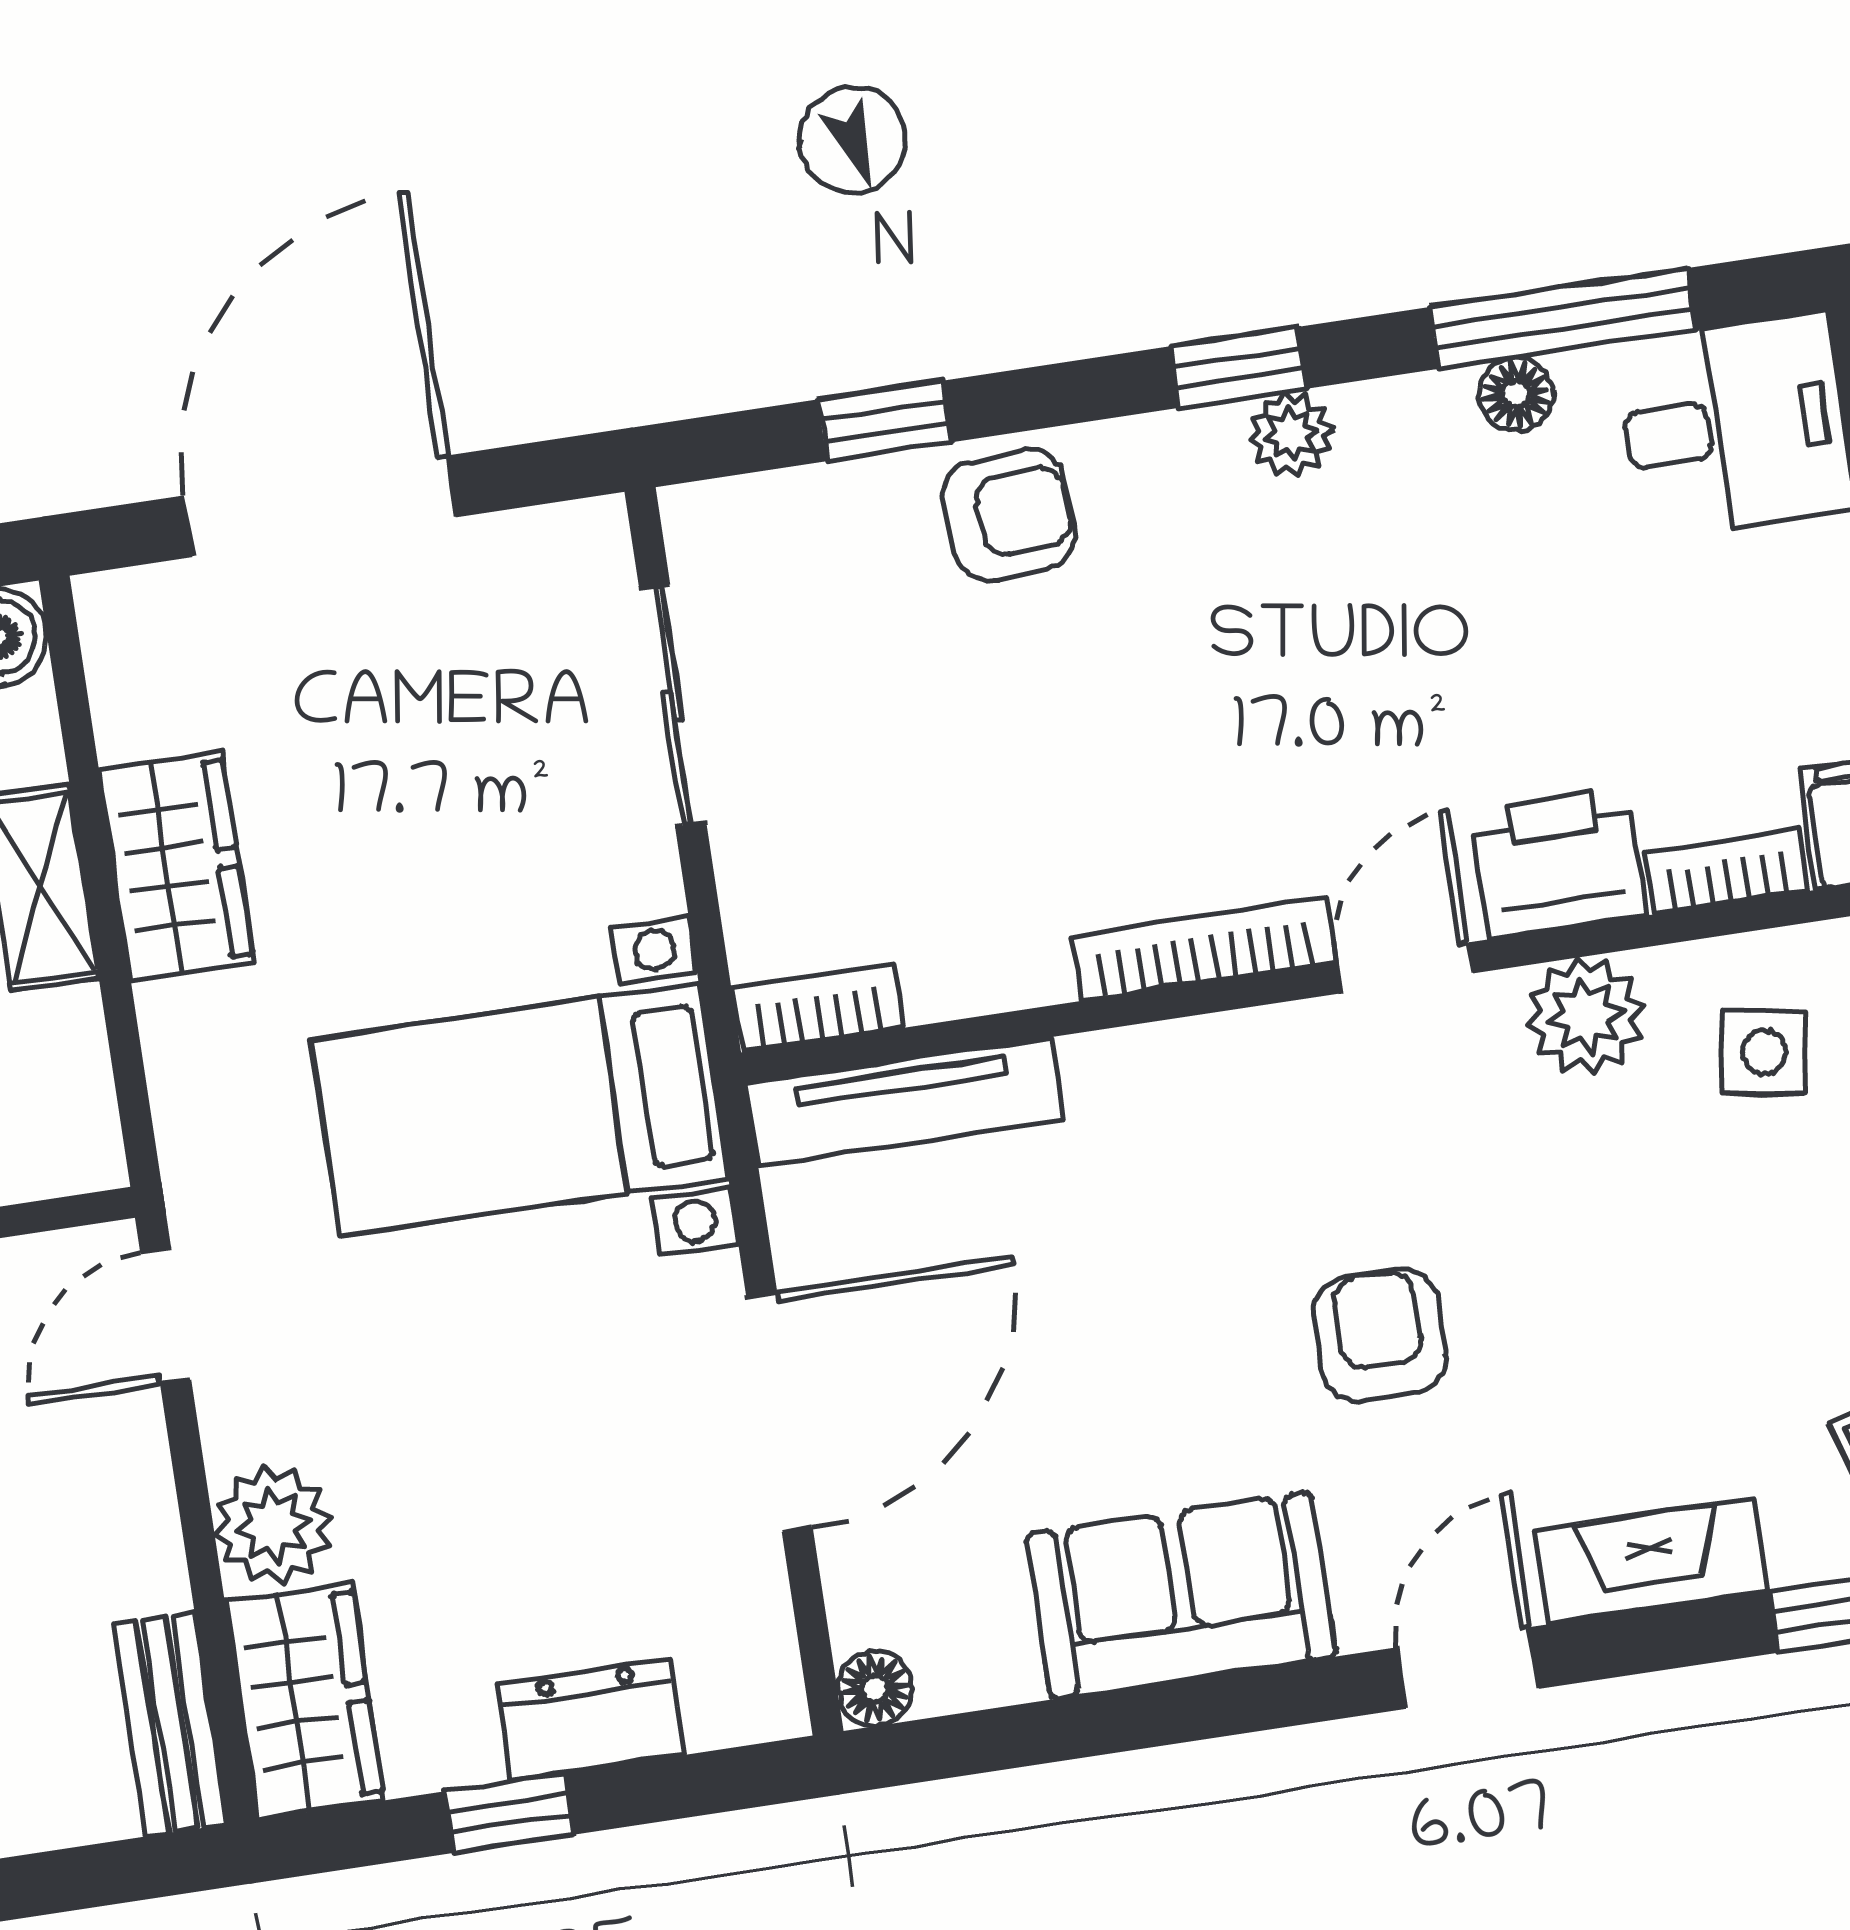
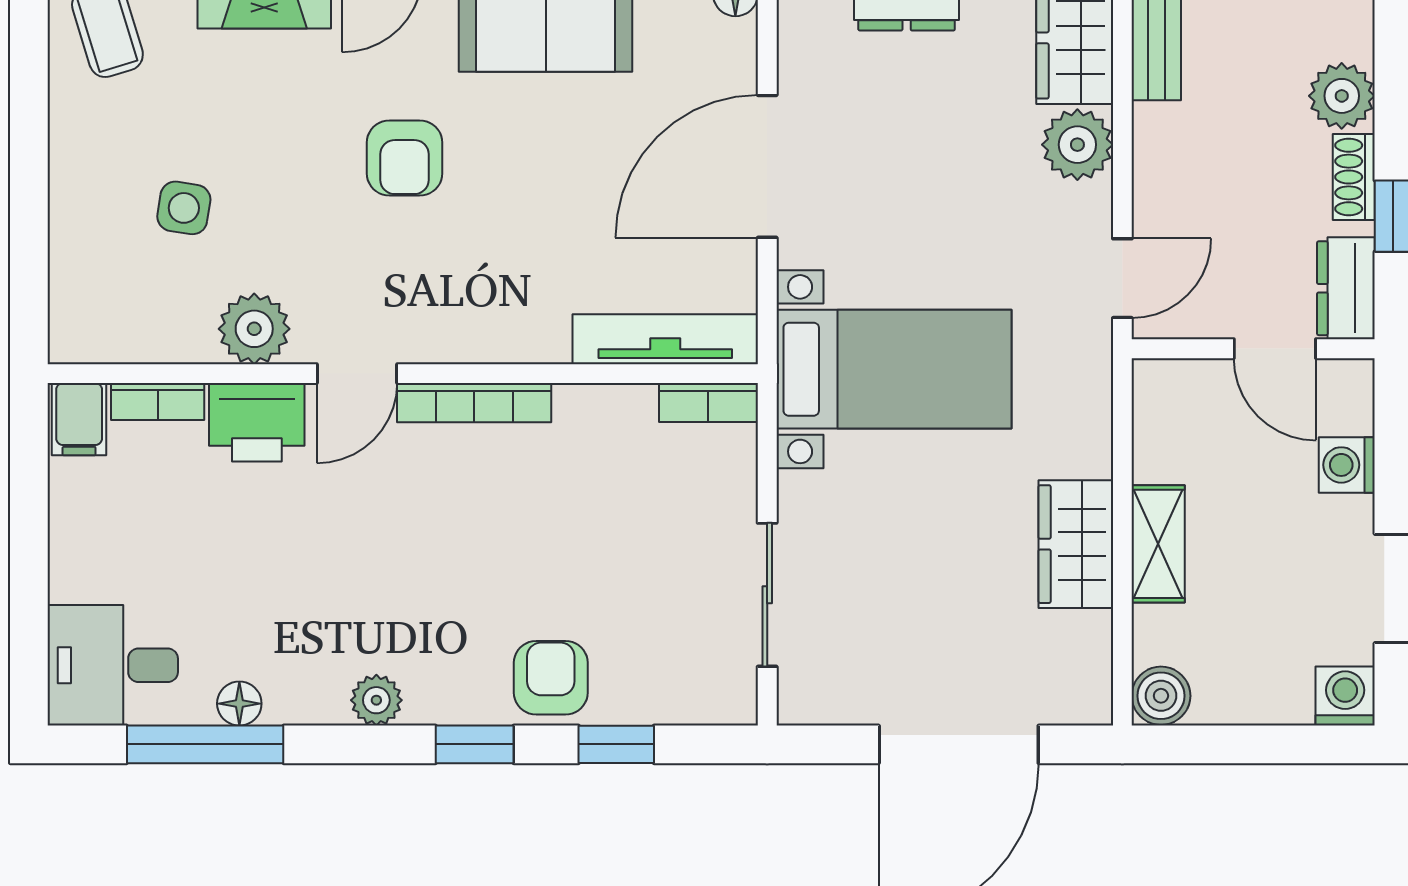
window: (1238, 367) -> (475, 744), moved
armchair: (1009, 515) -> (551, 678), turned 94
side table: (1764, 1052) -> (184, 208), moved

